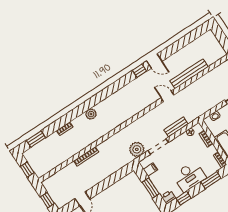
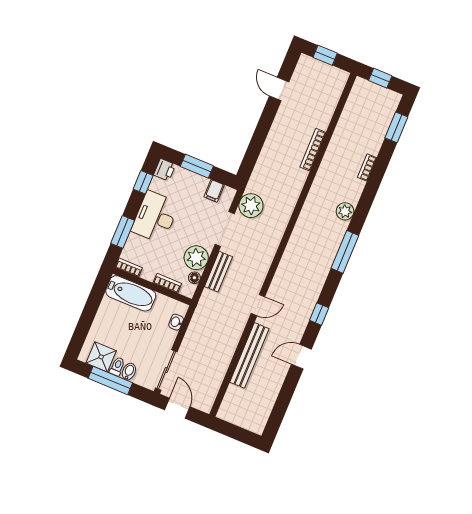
door: (154, 61) -> (301, 357), moved
window: (105, 94) -> (345, 252), added
plant: (183, 142) -> (196, 258), added

